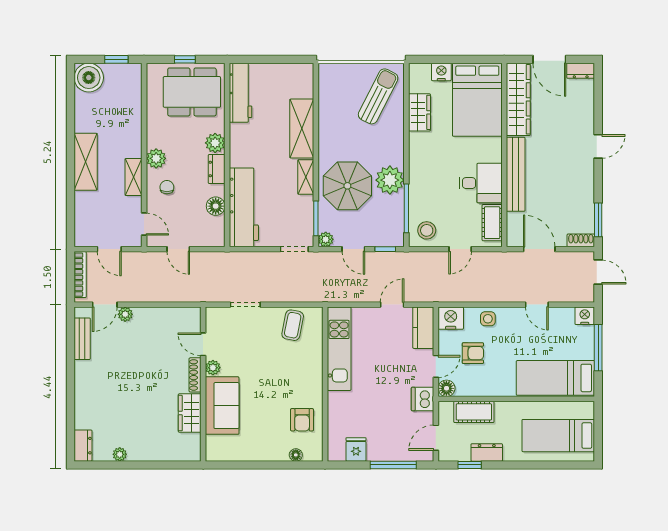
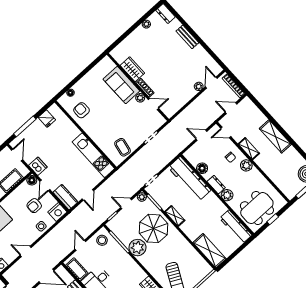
shelving: (302, 129) -> (209, 251), moved
bench: (82, 339) -> (187, 37), moved

